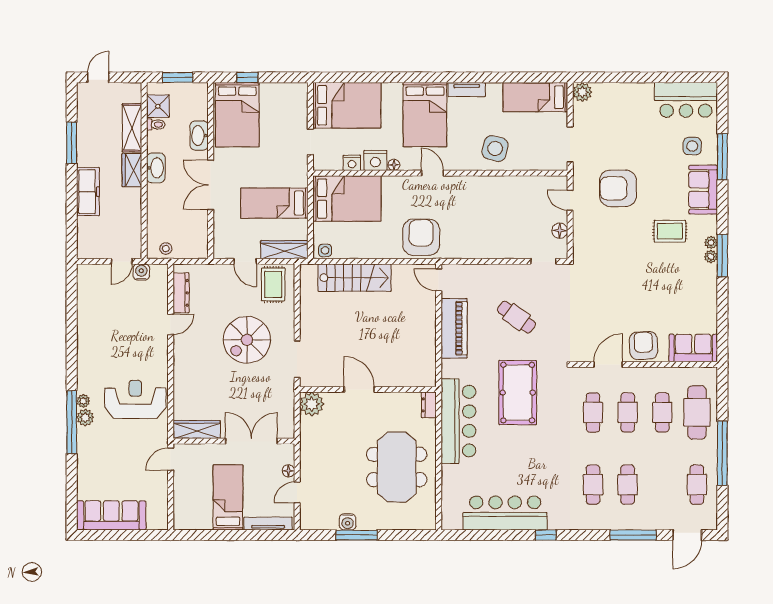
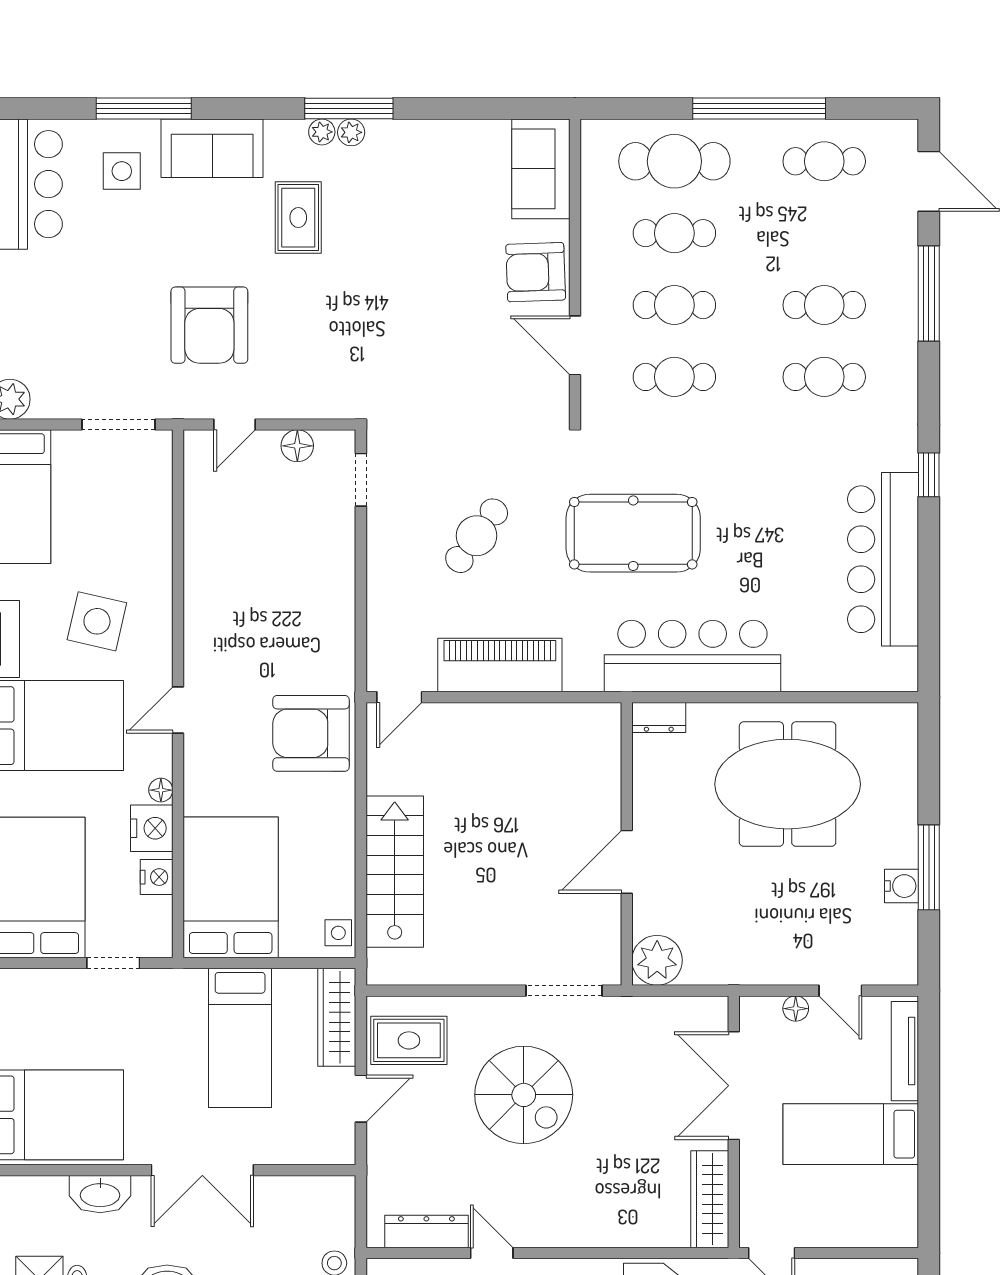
side table: (495, 148) -> (97, 621), moved

